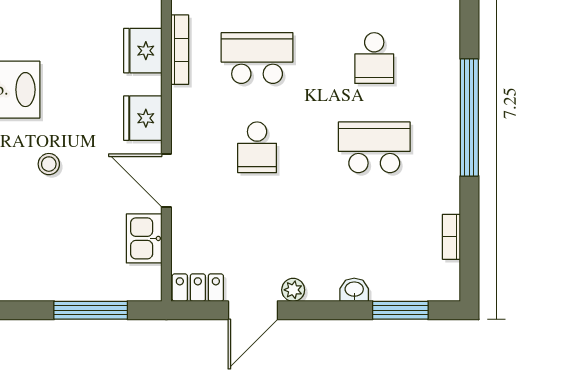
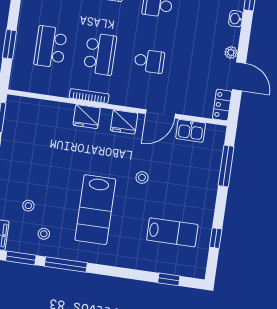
school desk: (257, 58) -> (100, 54), turned 180

